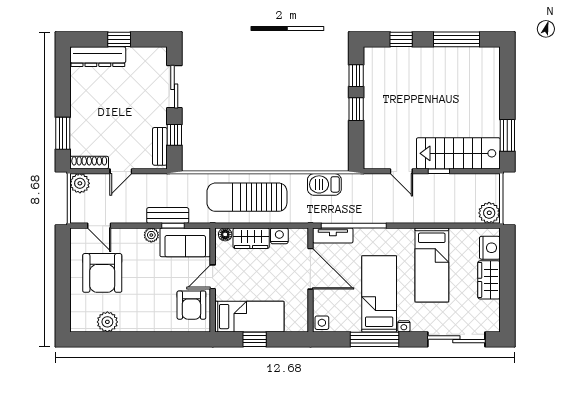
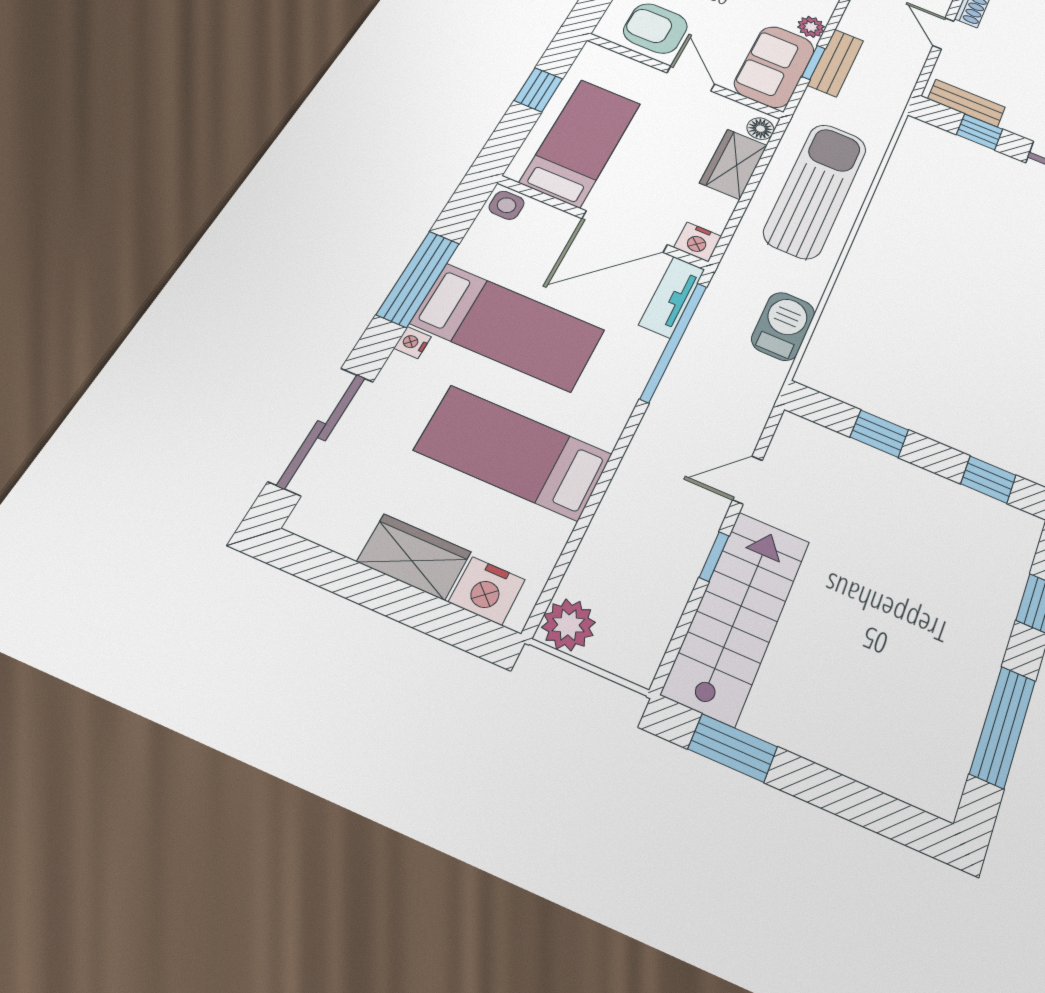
window: (356, 109) -> (879, 434), moved
nightstand: (279, 236) -> (698, 242), moved, turned 90
bed: (249, 317) -> (581, 143), moved, turned 180

